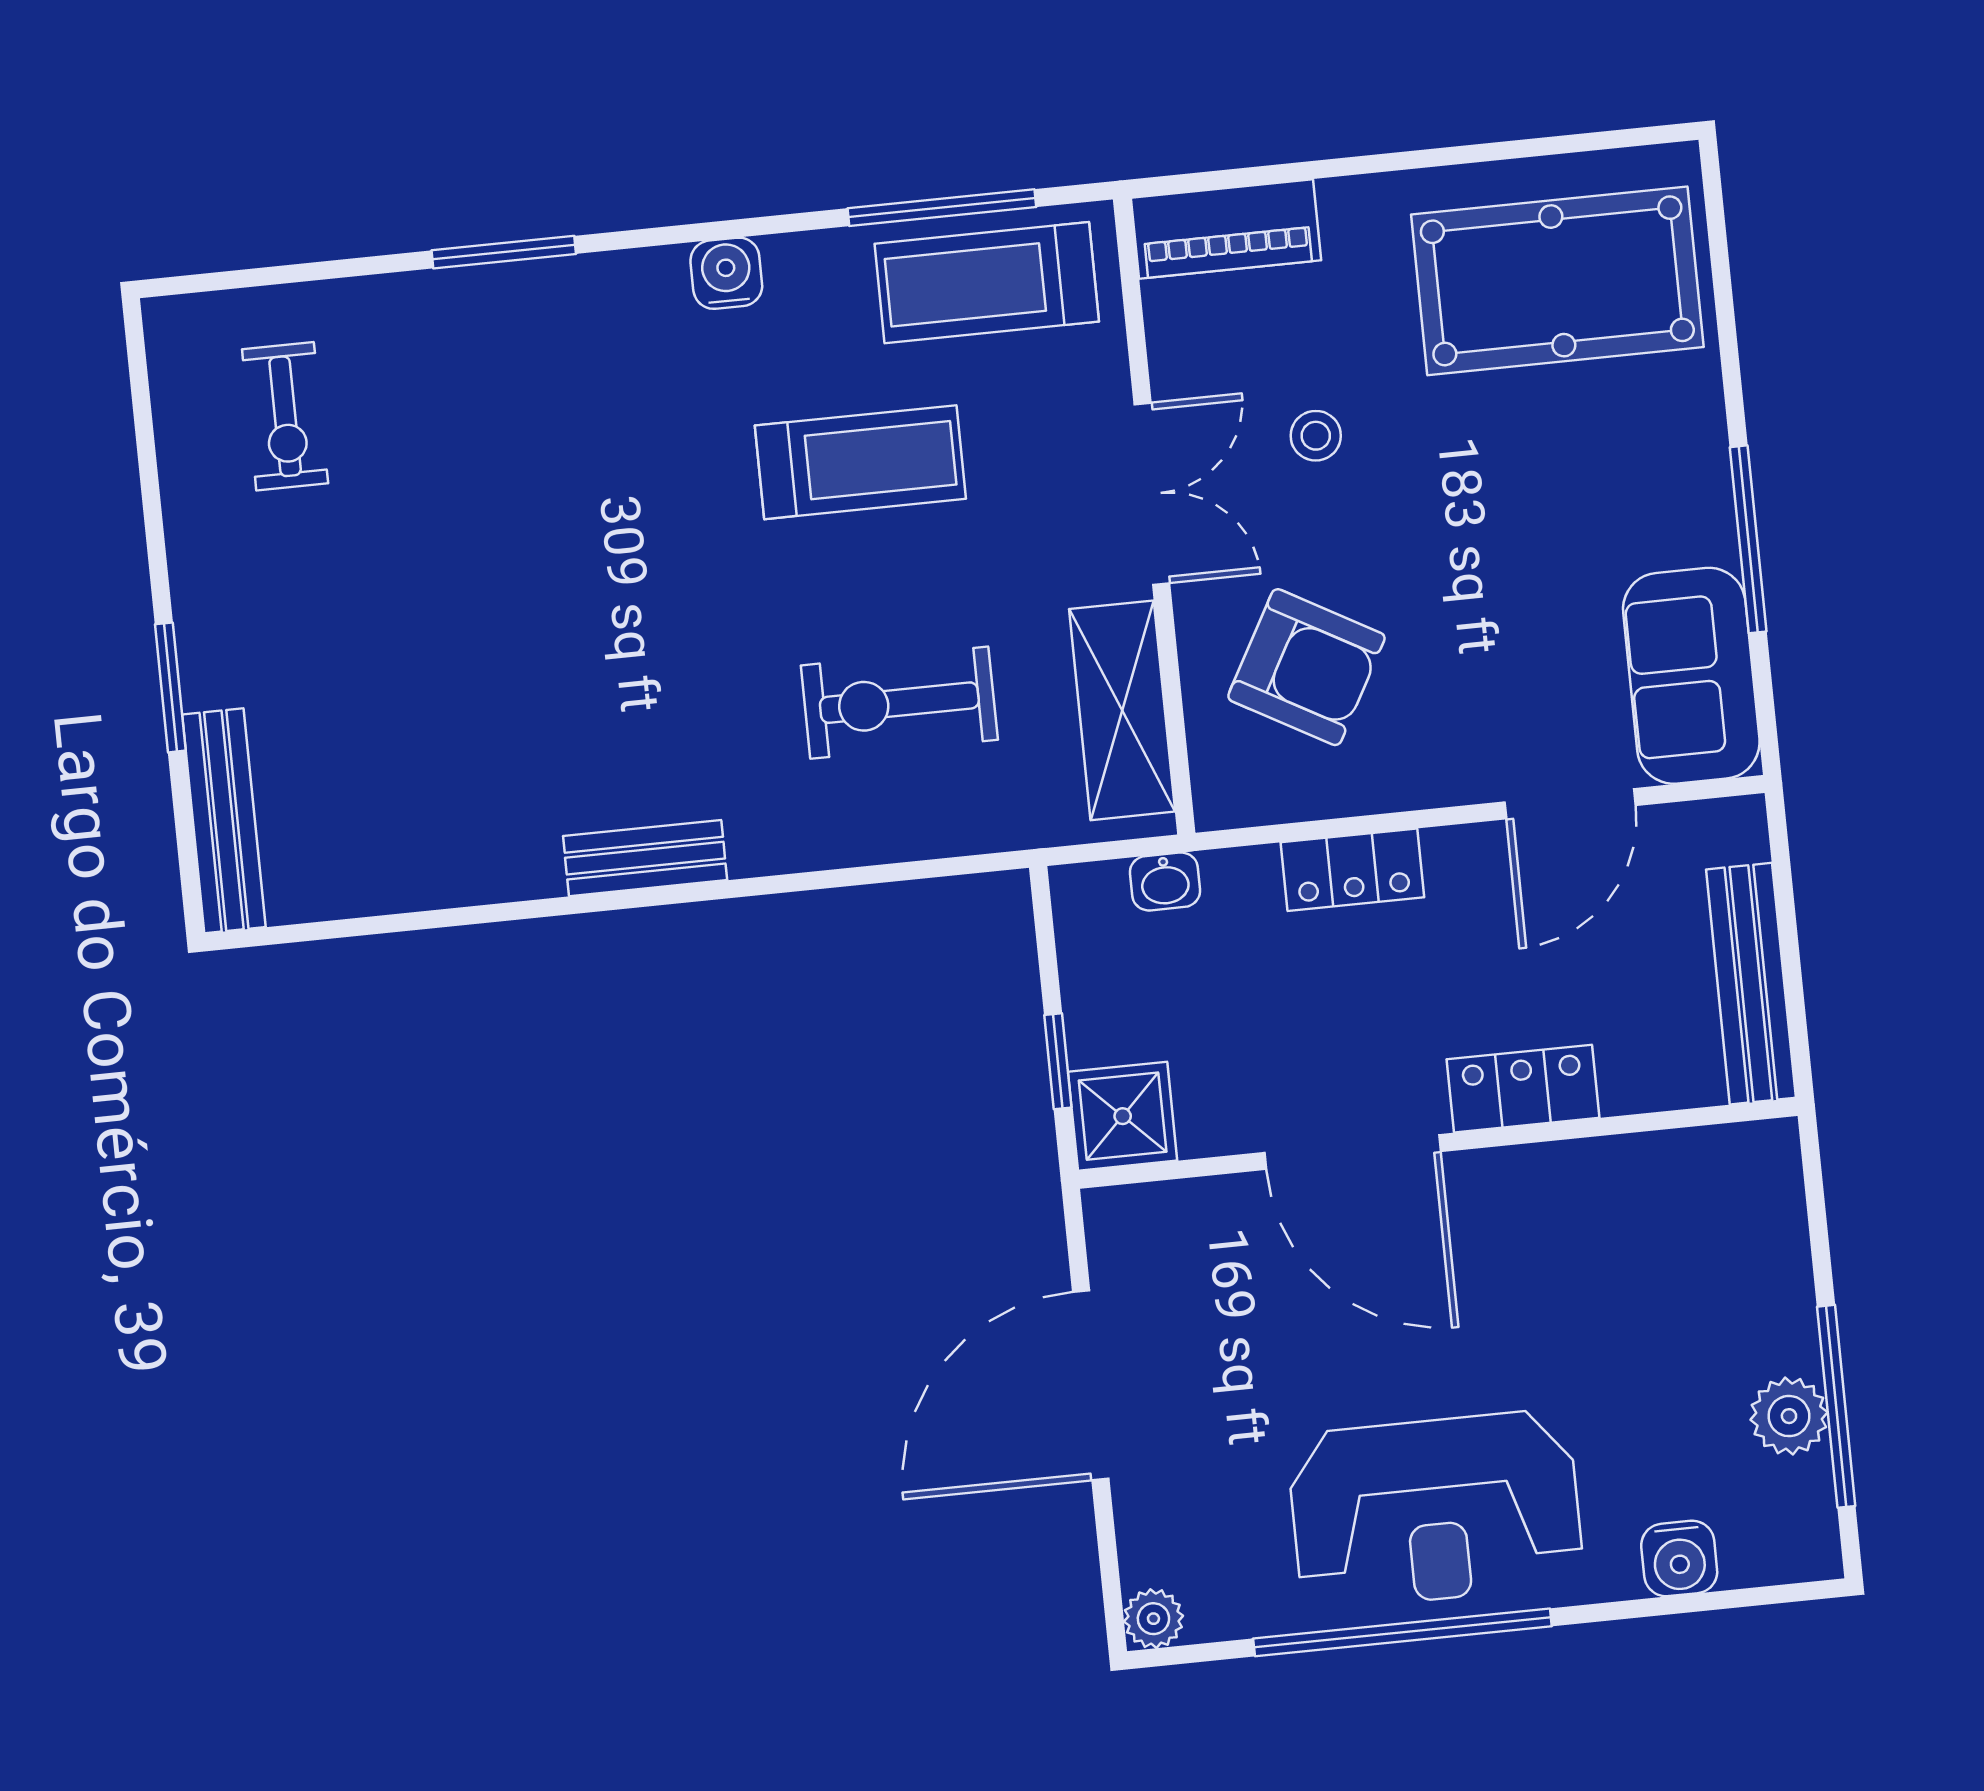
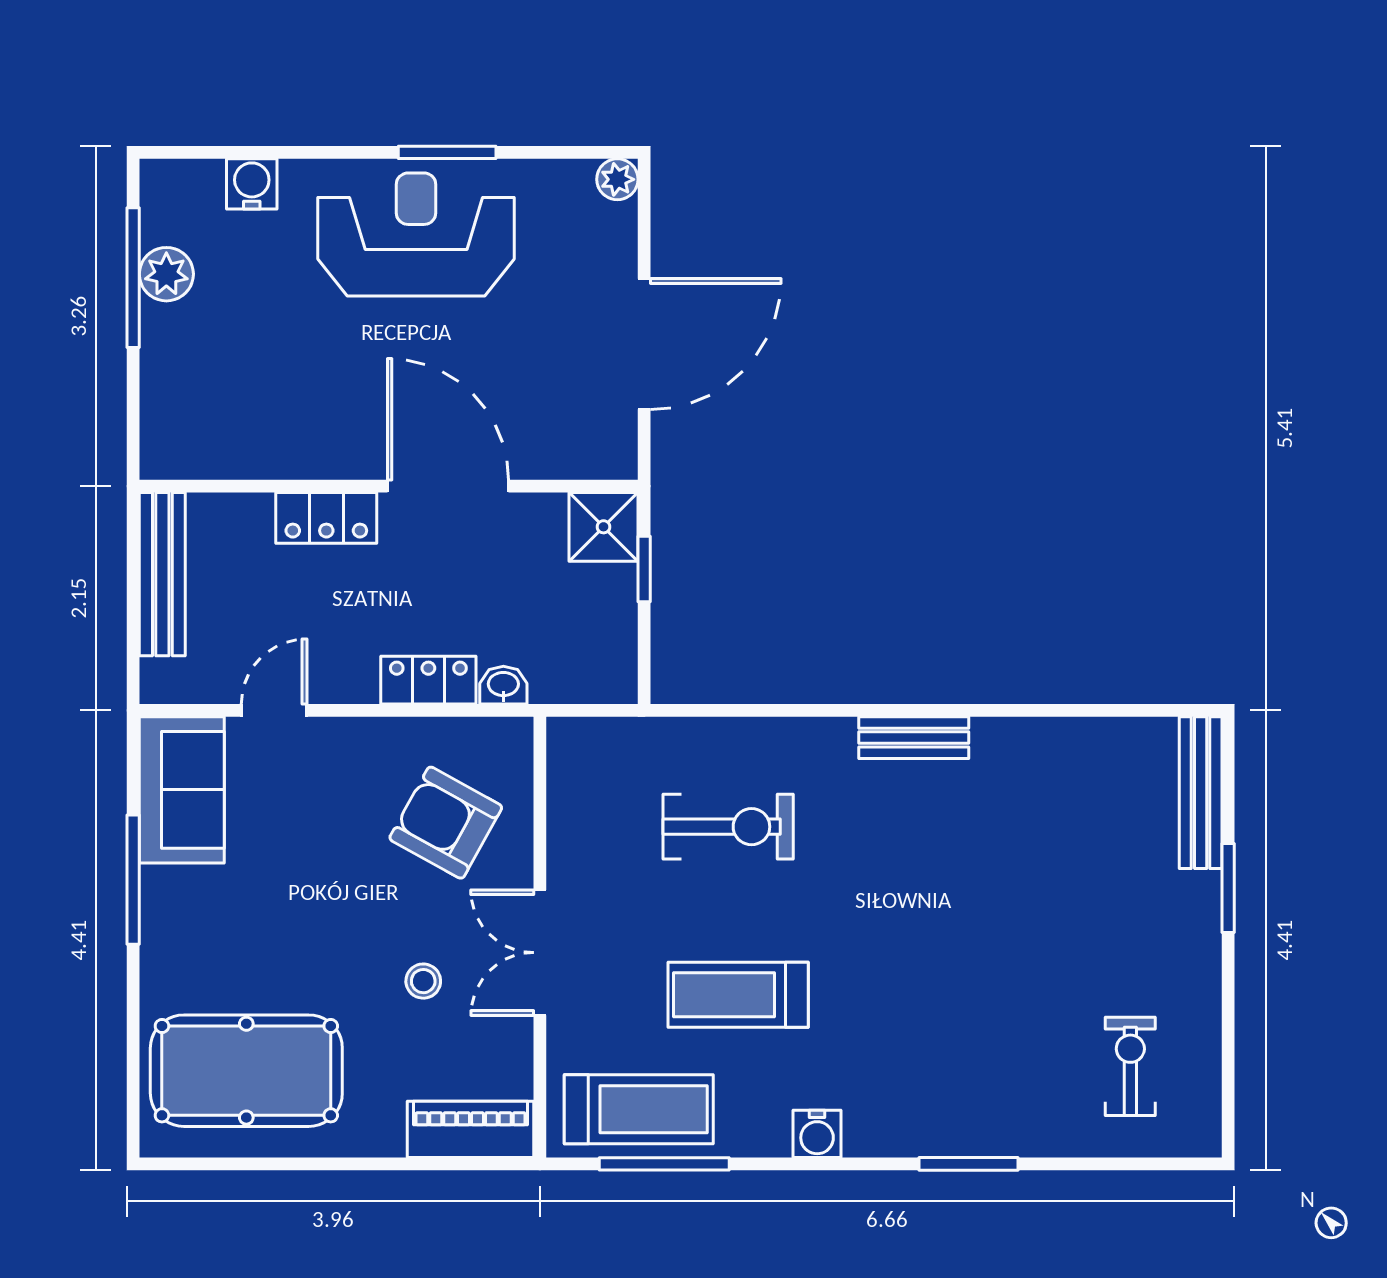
shelving: (1122, 710) -> (576, 806), removed
door: (1570, 804) -> (274, 710), width x0.73
washbasin: (1165, 882) -> (503, 685), moved
window: (1402, 1632) -> (447, 152), width x0.47

